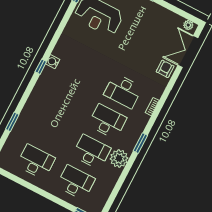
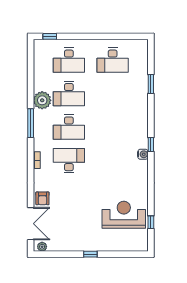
window: (140, 143) -> (31, 123), width x1.44

